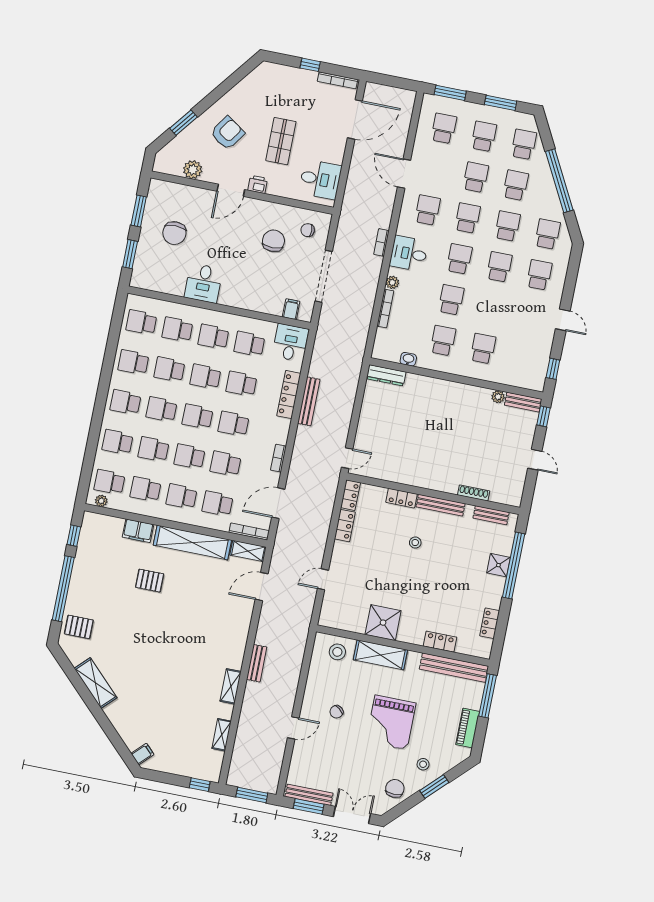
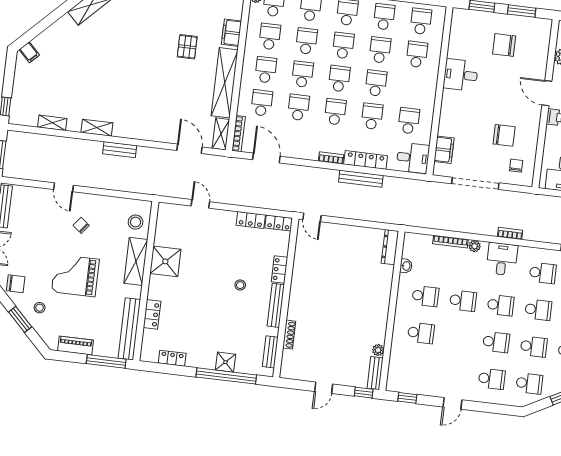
filing cabinet: (291, 309) -> (444, 150), width x2.00
school desk: (213, 337) -> (413, 88), removed
bookcase: (278, 458) -> (331, 158), moved

